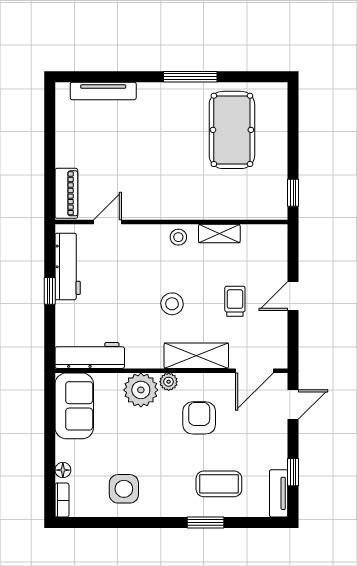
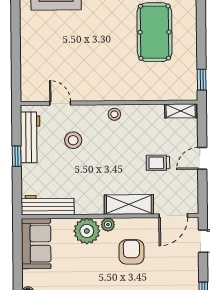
piano: (66, 193) -> (29, 82), removed
door: (107, 222) -> (60, 103), hinge flipped
shelving: (219, 234) -> (181, 111), moved
trolley: (235, 301) -> (158, 163), turned -90
stool: (172, 304) -> (73, 140), moved

